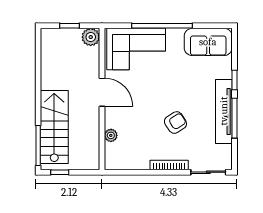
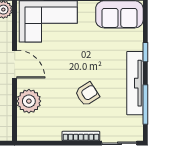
window: (234, 118) -> (145, 104), moved
plant: (111, 135) -> (29, 101), width x1.87, depth x1.87

